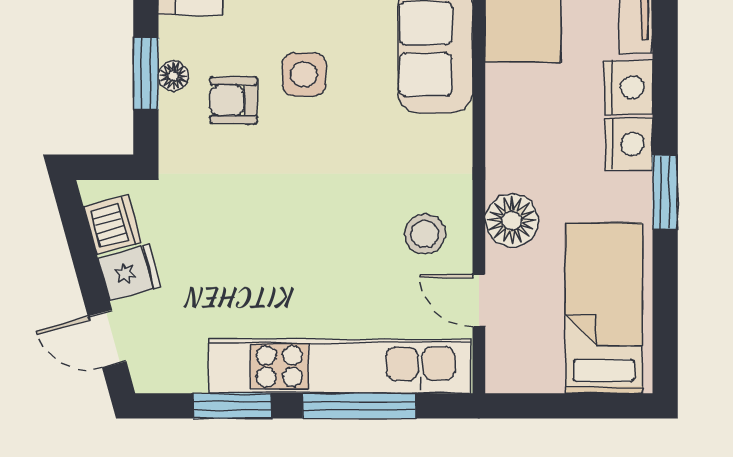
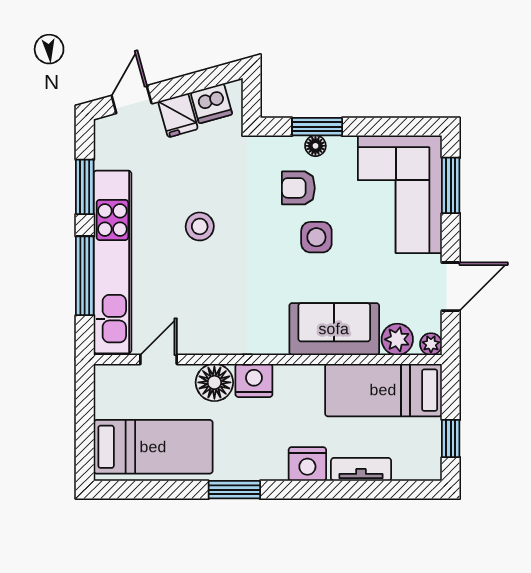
armchair: (234, 100) -> (298, 188), turned -90
nightstand: (629, 144) -> (254, 380), moved, turned 180
stool: (425, 234) -> (200, 226), moved

